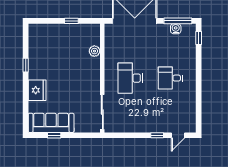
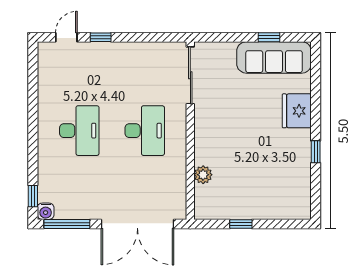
water cooler: (176, 29) -> (46, 211), moved
desk: (170, 78) -> (79, 131), width x1.37

